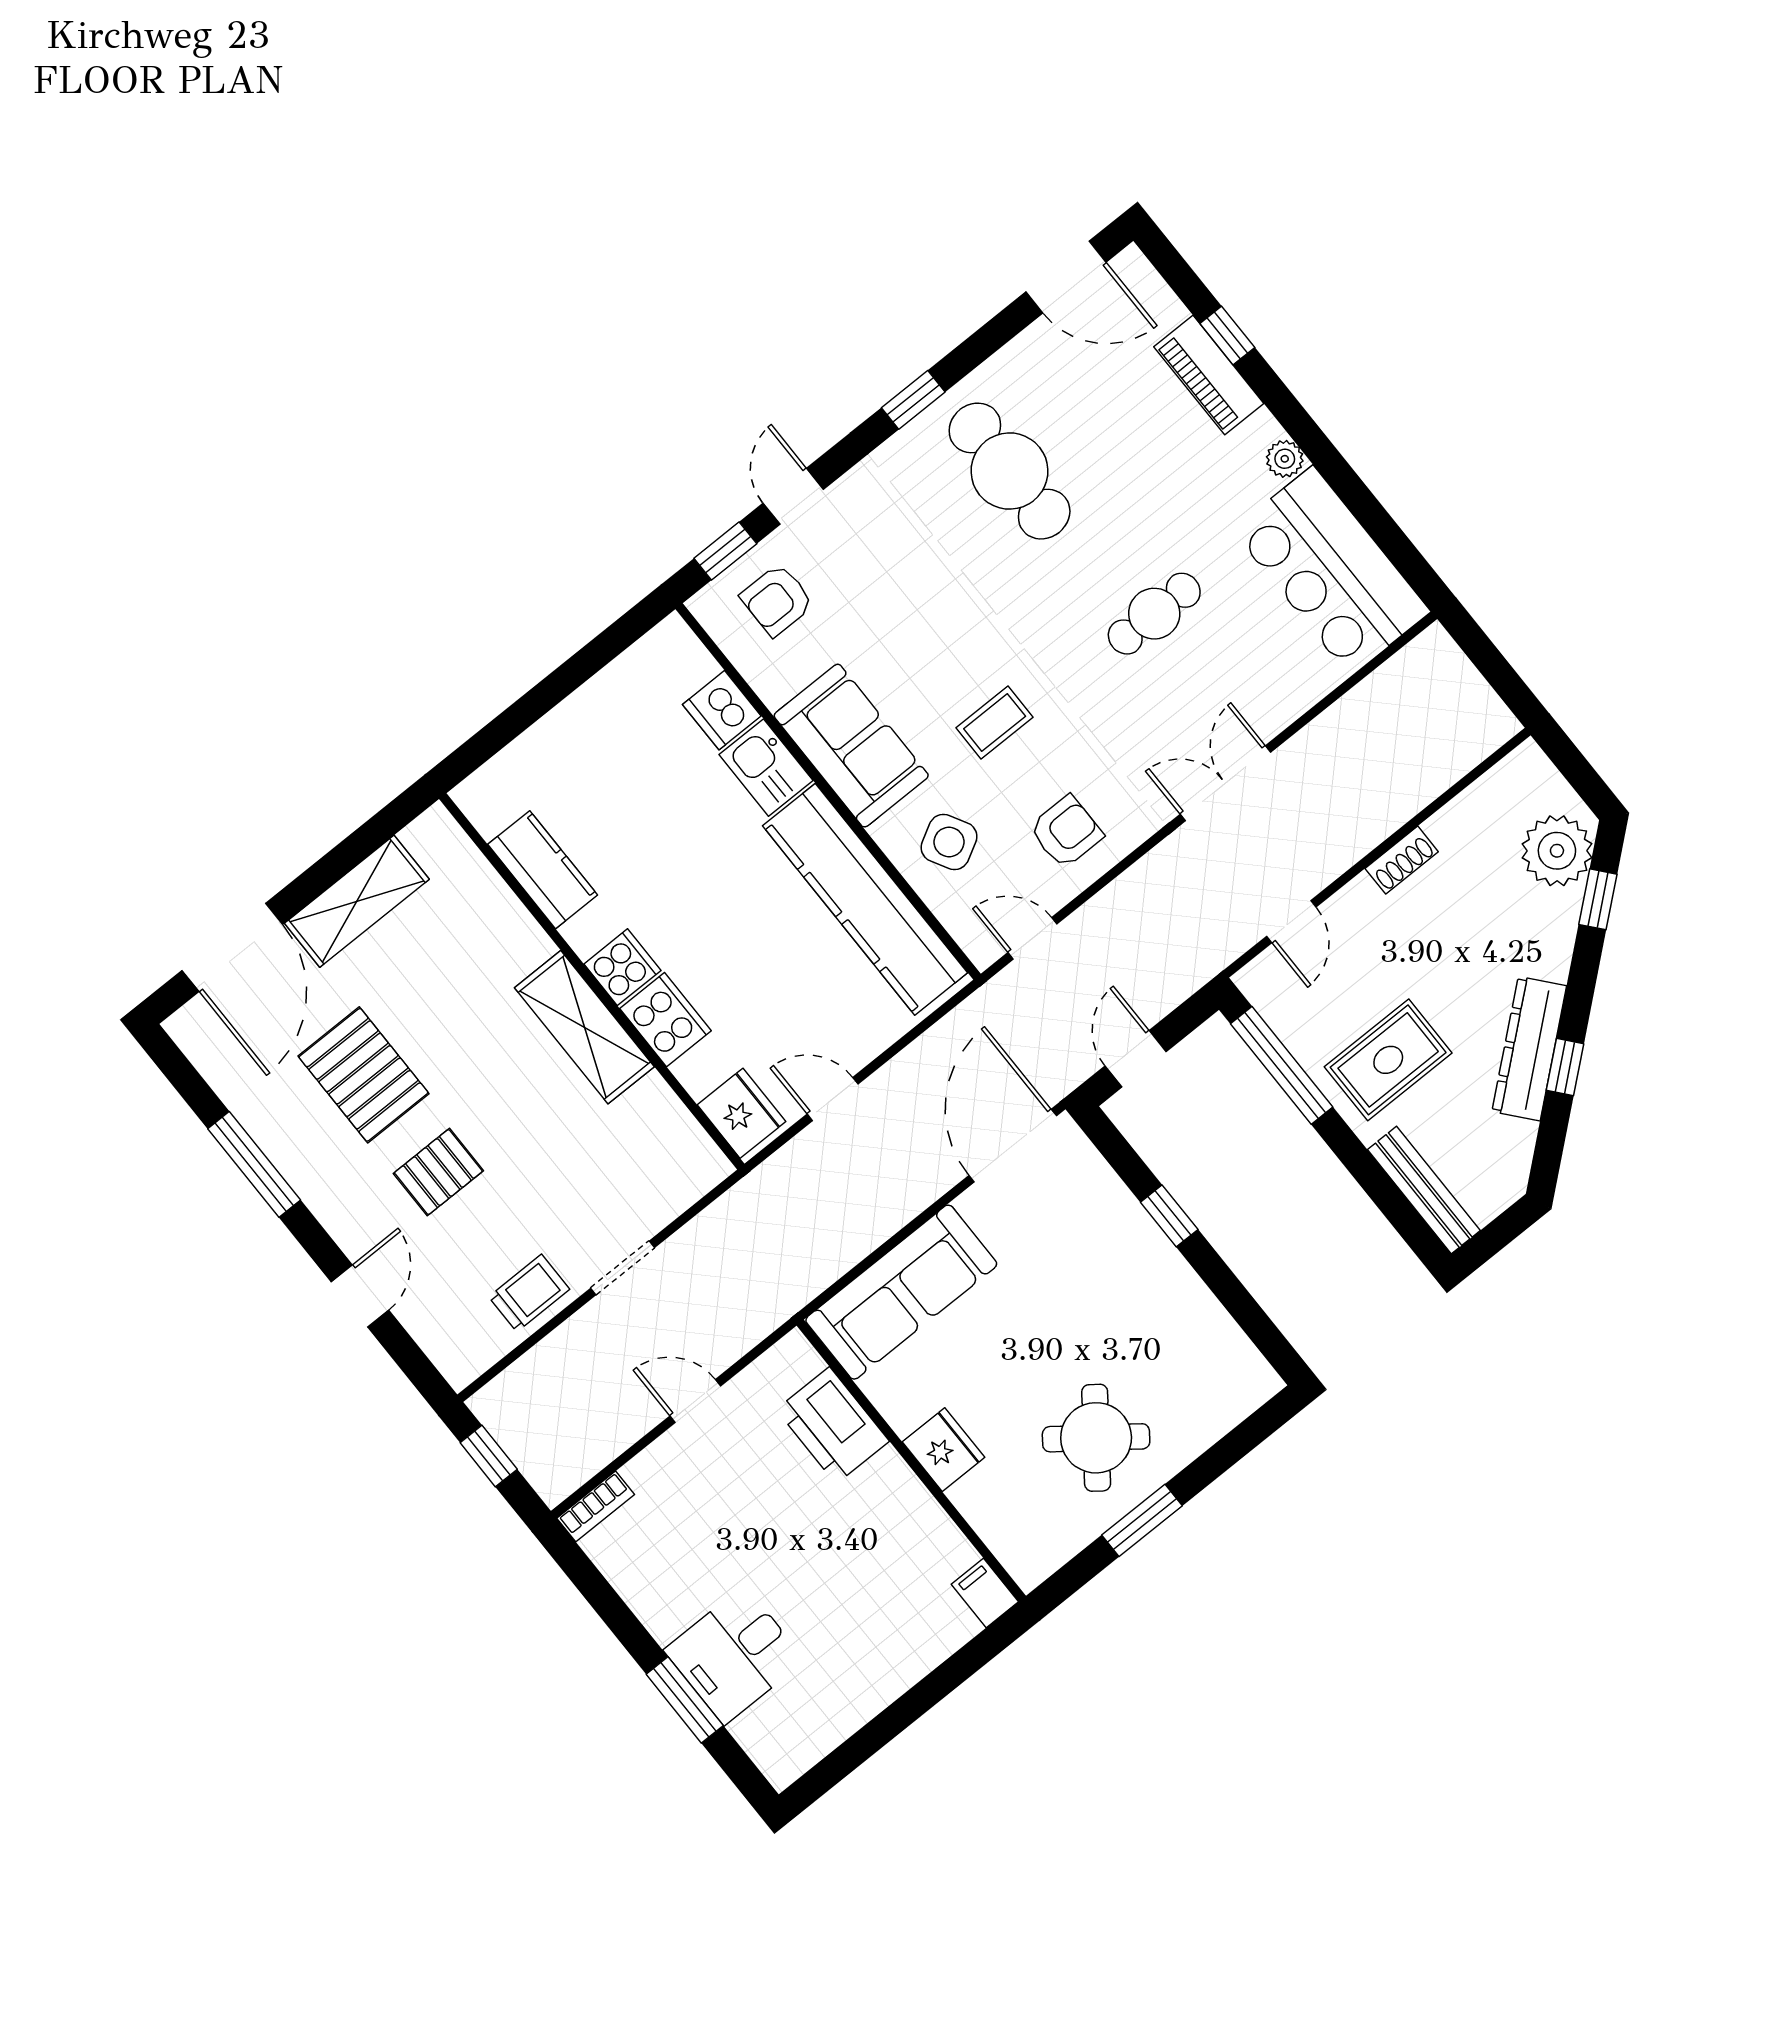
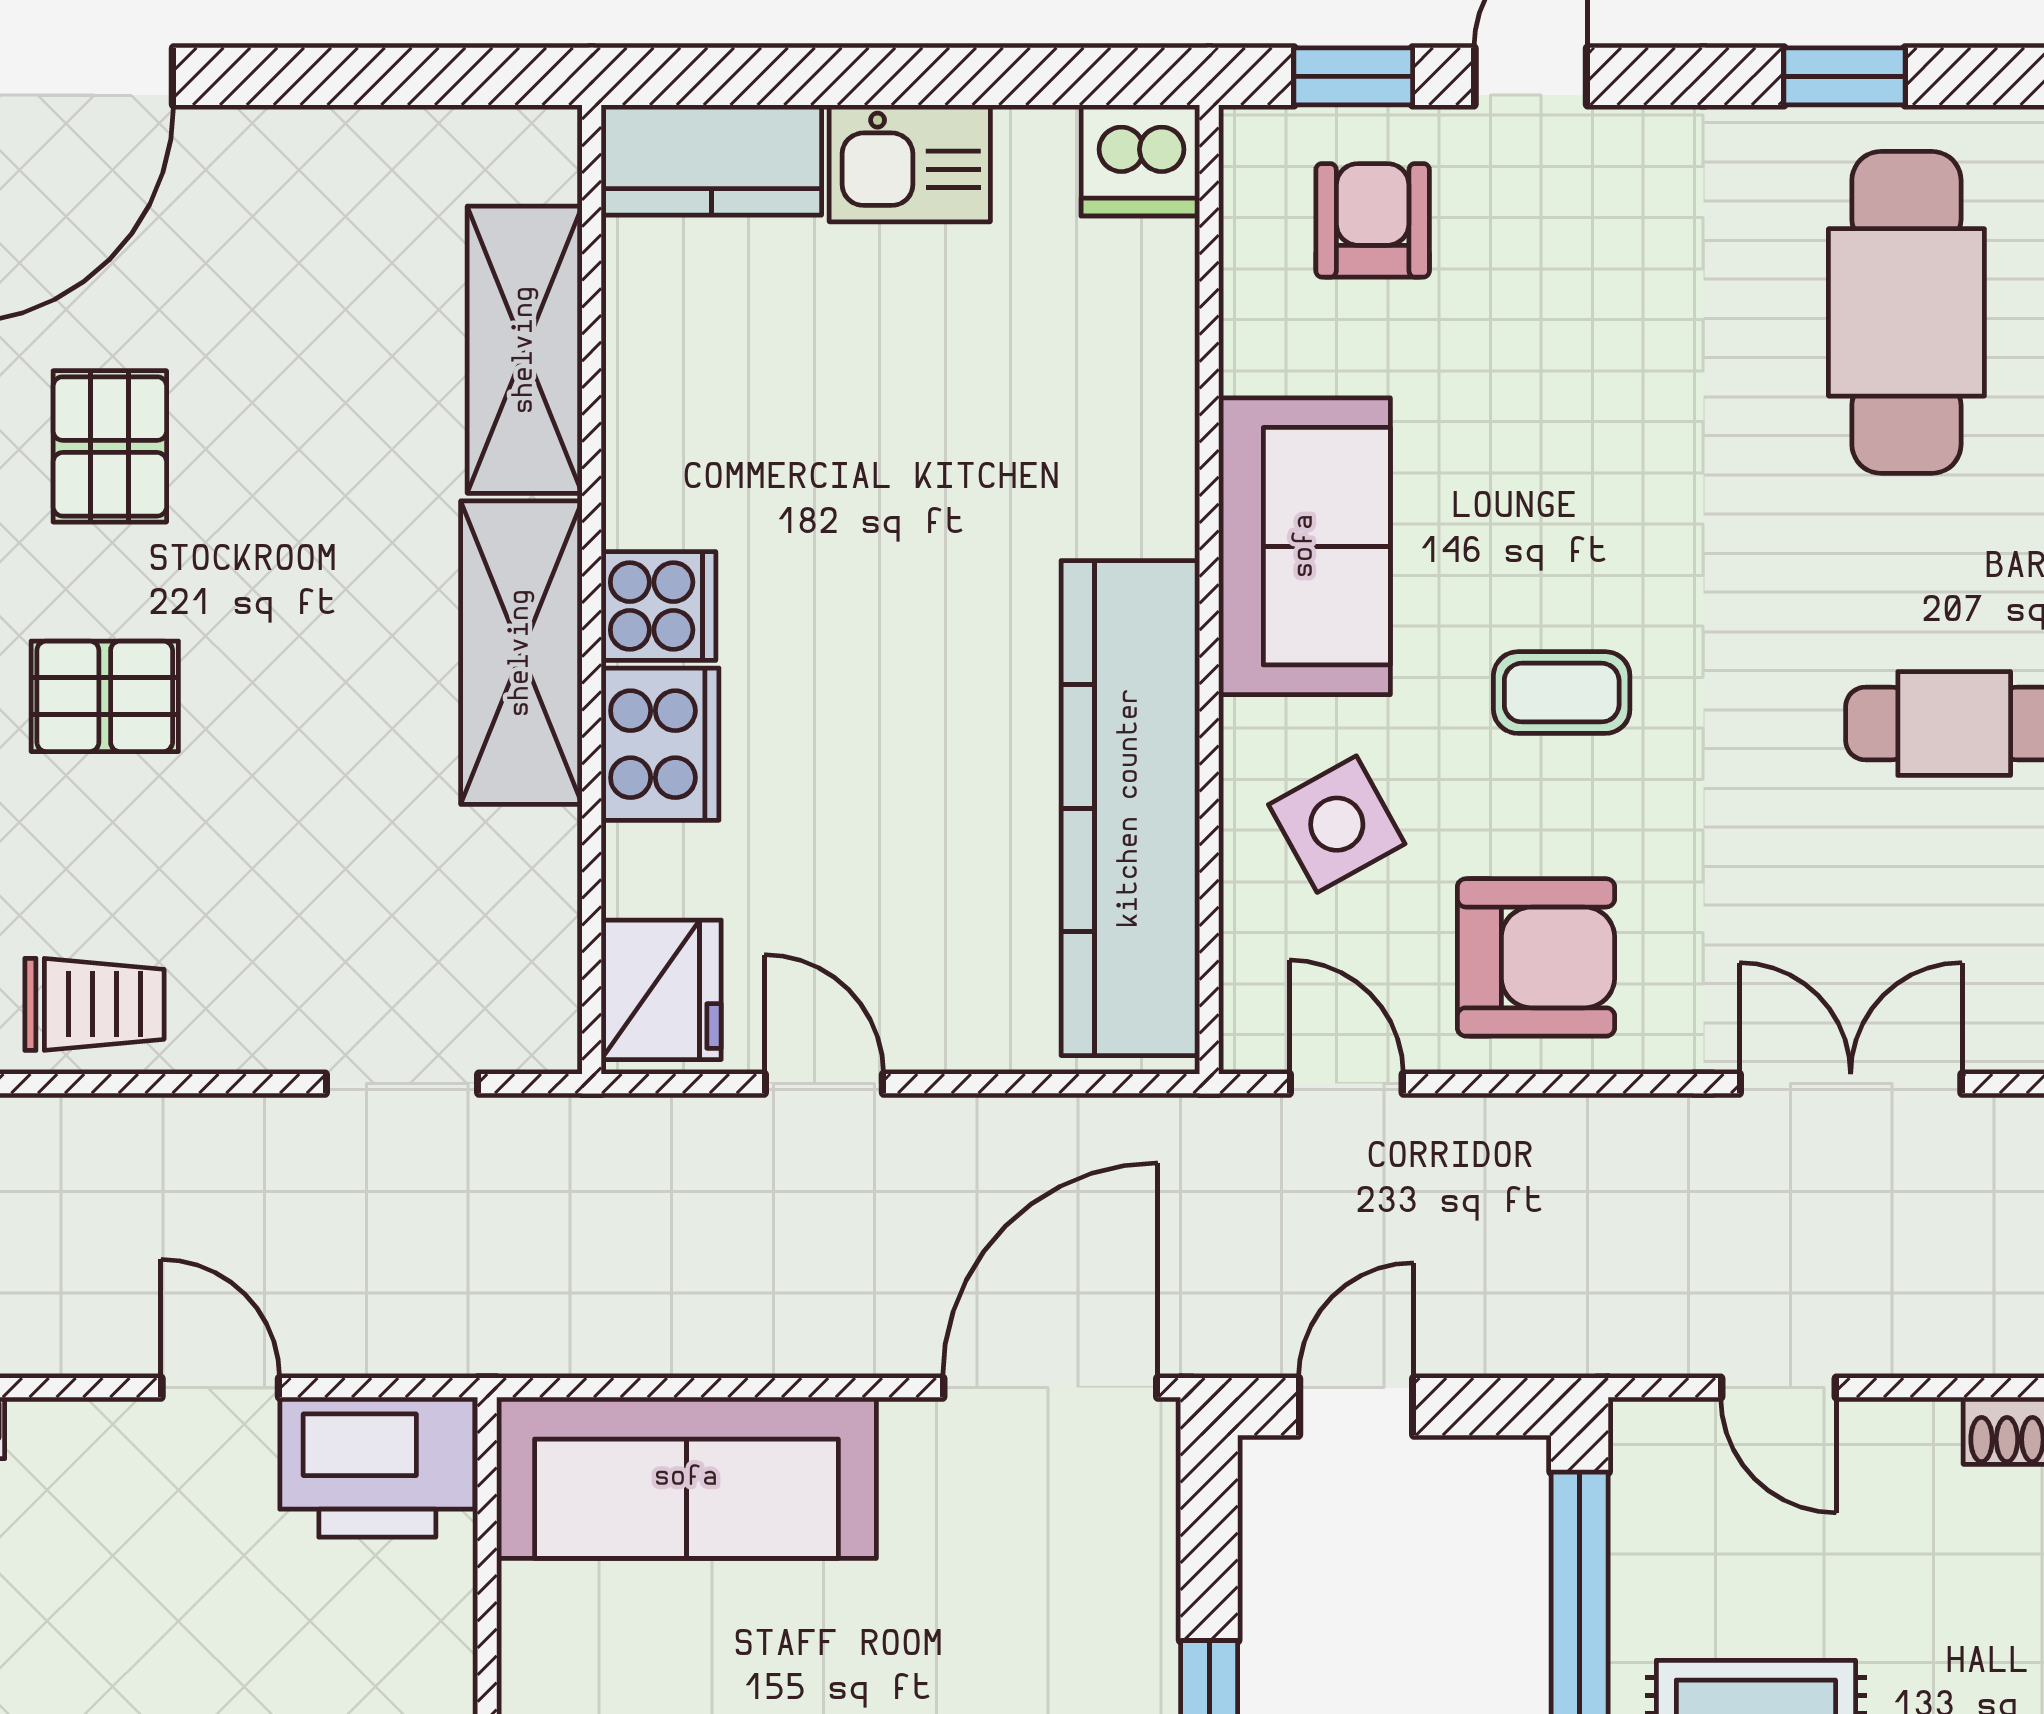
armchair: (777, 600) -> (1373, 220), turned 90
dishwasher: (722, 710) -> (1140, 160), moved, turned -90
kitchen sink: (766, 768) -> (910, 163), moved, turned -90
armchair: (1066, 832) -> (1536, 957), width x1.38, depth x1.38
kitchen counter: (543, 870) -> (711, 160), moved, turned 90
shelving: (357, 901) -> (525, 350), moved, turned 90
door: (1291, 922) -> (1779, 1388), hinge flipped
pallet: (363, 1075) -> (110, 446), width x0.67, depth x0.71
doorway: (623, 1268) -> (402, 1084), moved
printer: (833, 1425) -> (377, 1467), moved, turned -90

